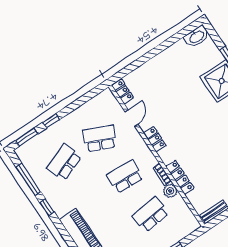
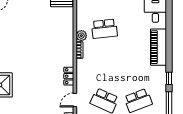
school desk: (125, 176) -> (104, 65), removed
locker: (180, 177) -> (69, 40), removed

